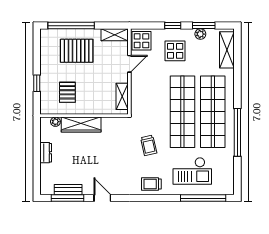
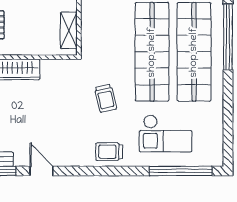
window: (237, 132) -> (228, 37), moved

